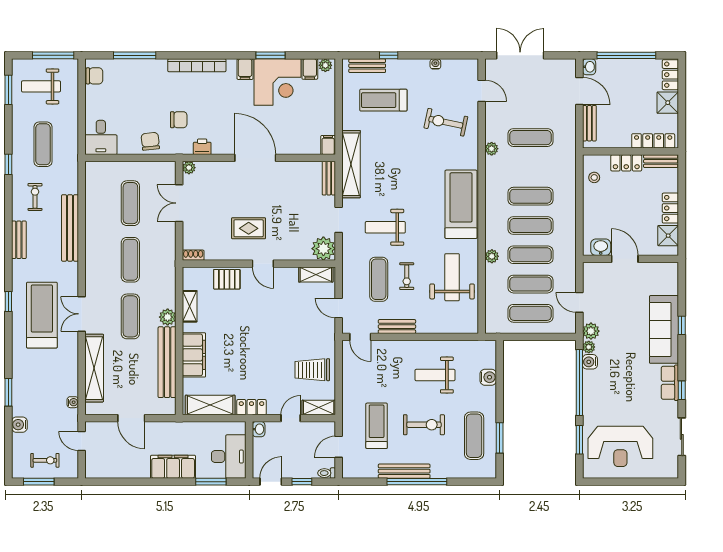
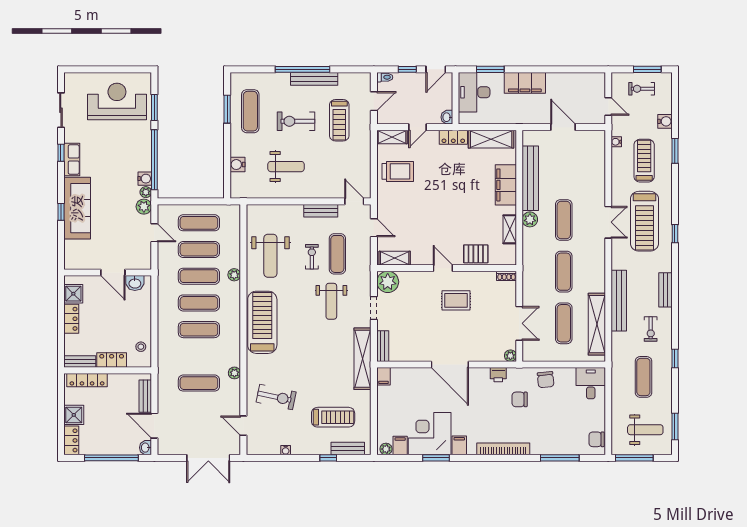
treadmill: (461, 204) -> (262, 322), turned 180
weight bench: (385, 227) -> (331, 301), turned 90
shelving: (94, 368) -> (597, 324), moved
treadmill: (42, 381) -> (644, 161), added

